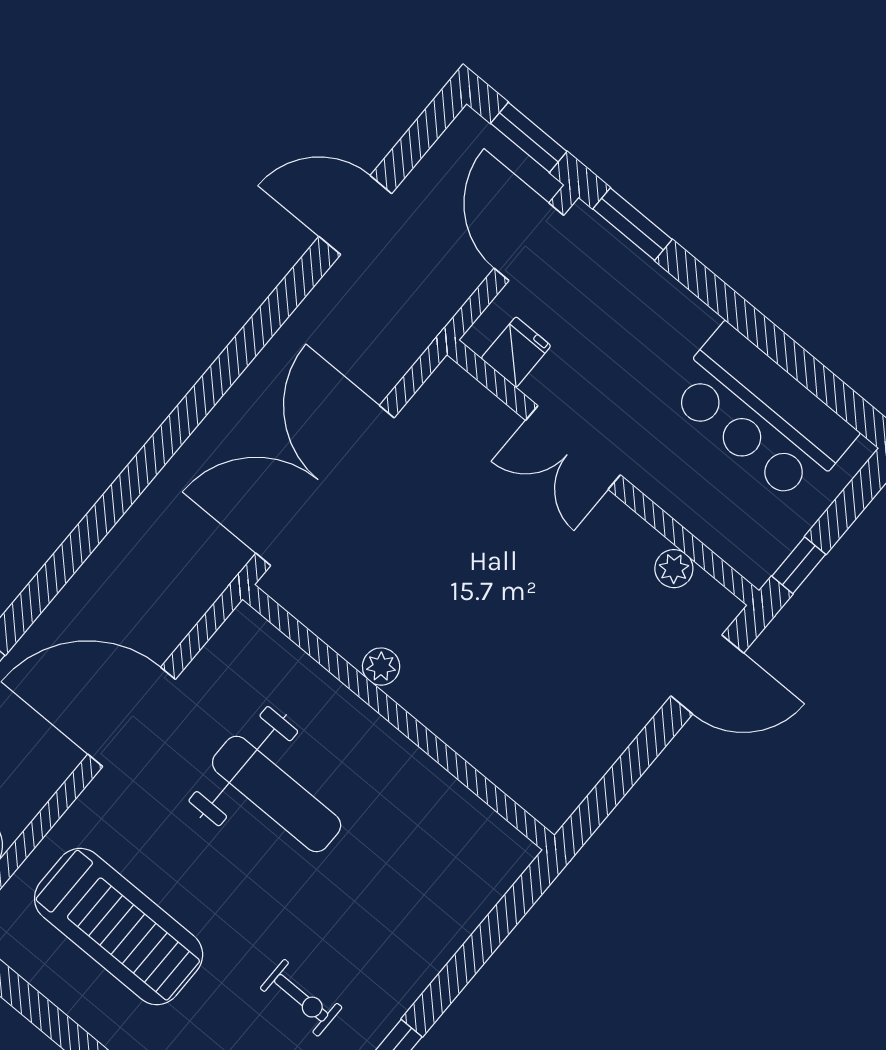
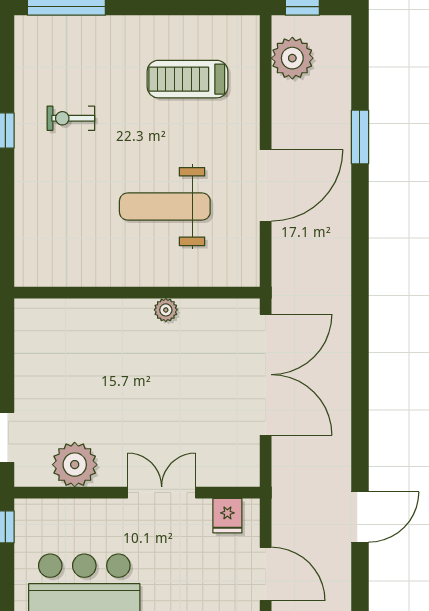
plant: (674, 569) -> (75, 465), width x1.87, depth x1.87
treadmill: (119, 927) -> (188, 79), width x0.73, depth x0.73

